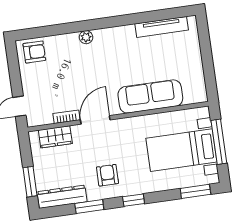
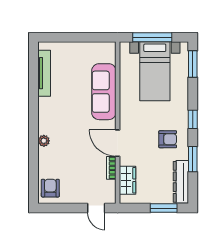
armchair: (107, 175) -> (168, 139), turned 180

